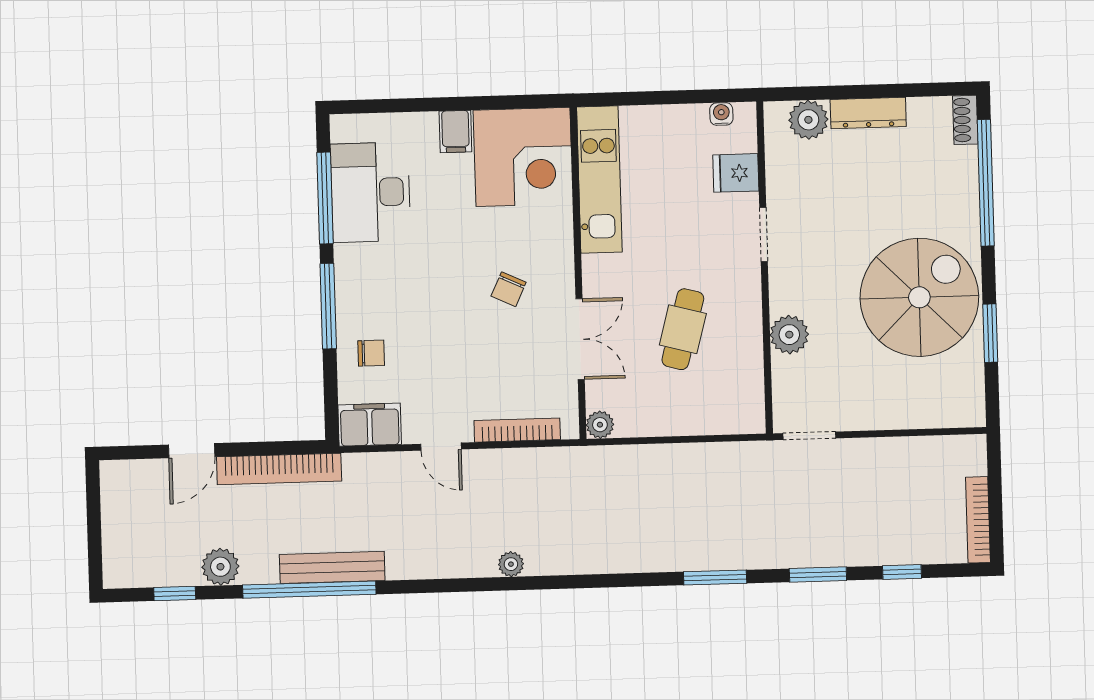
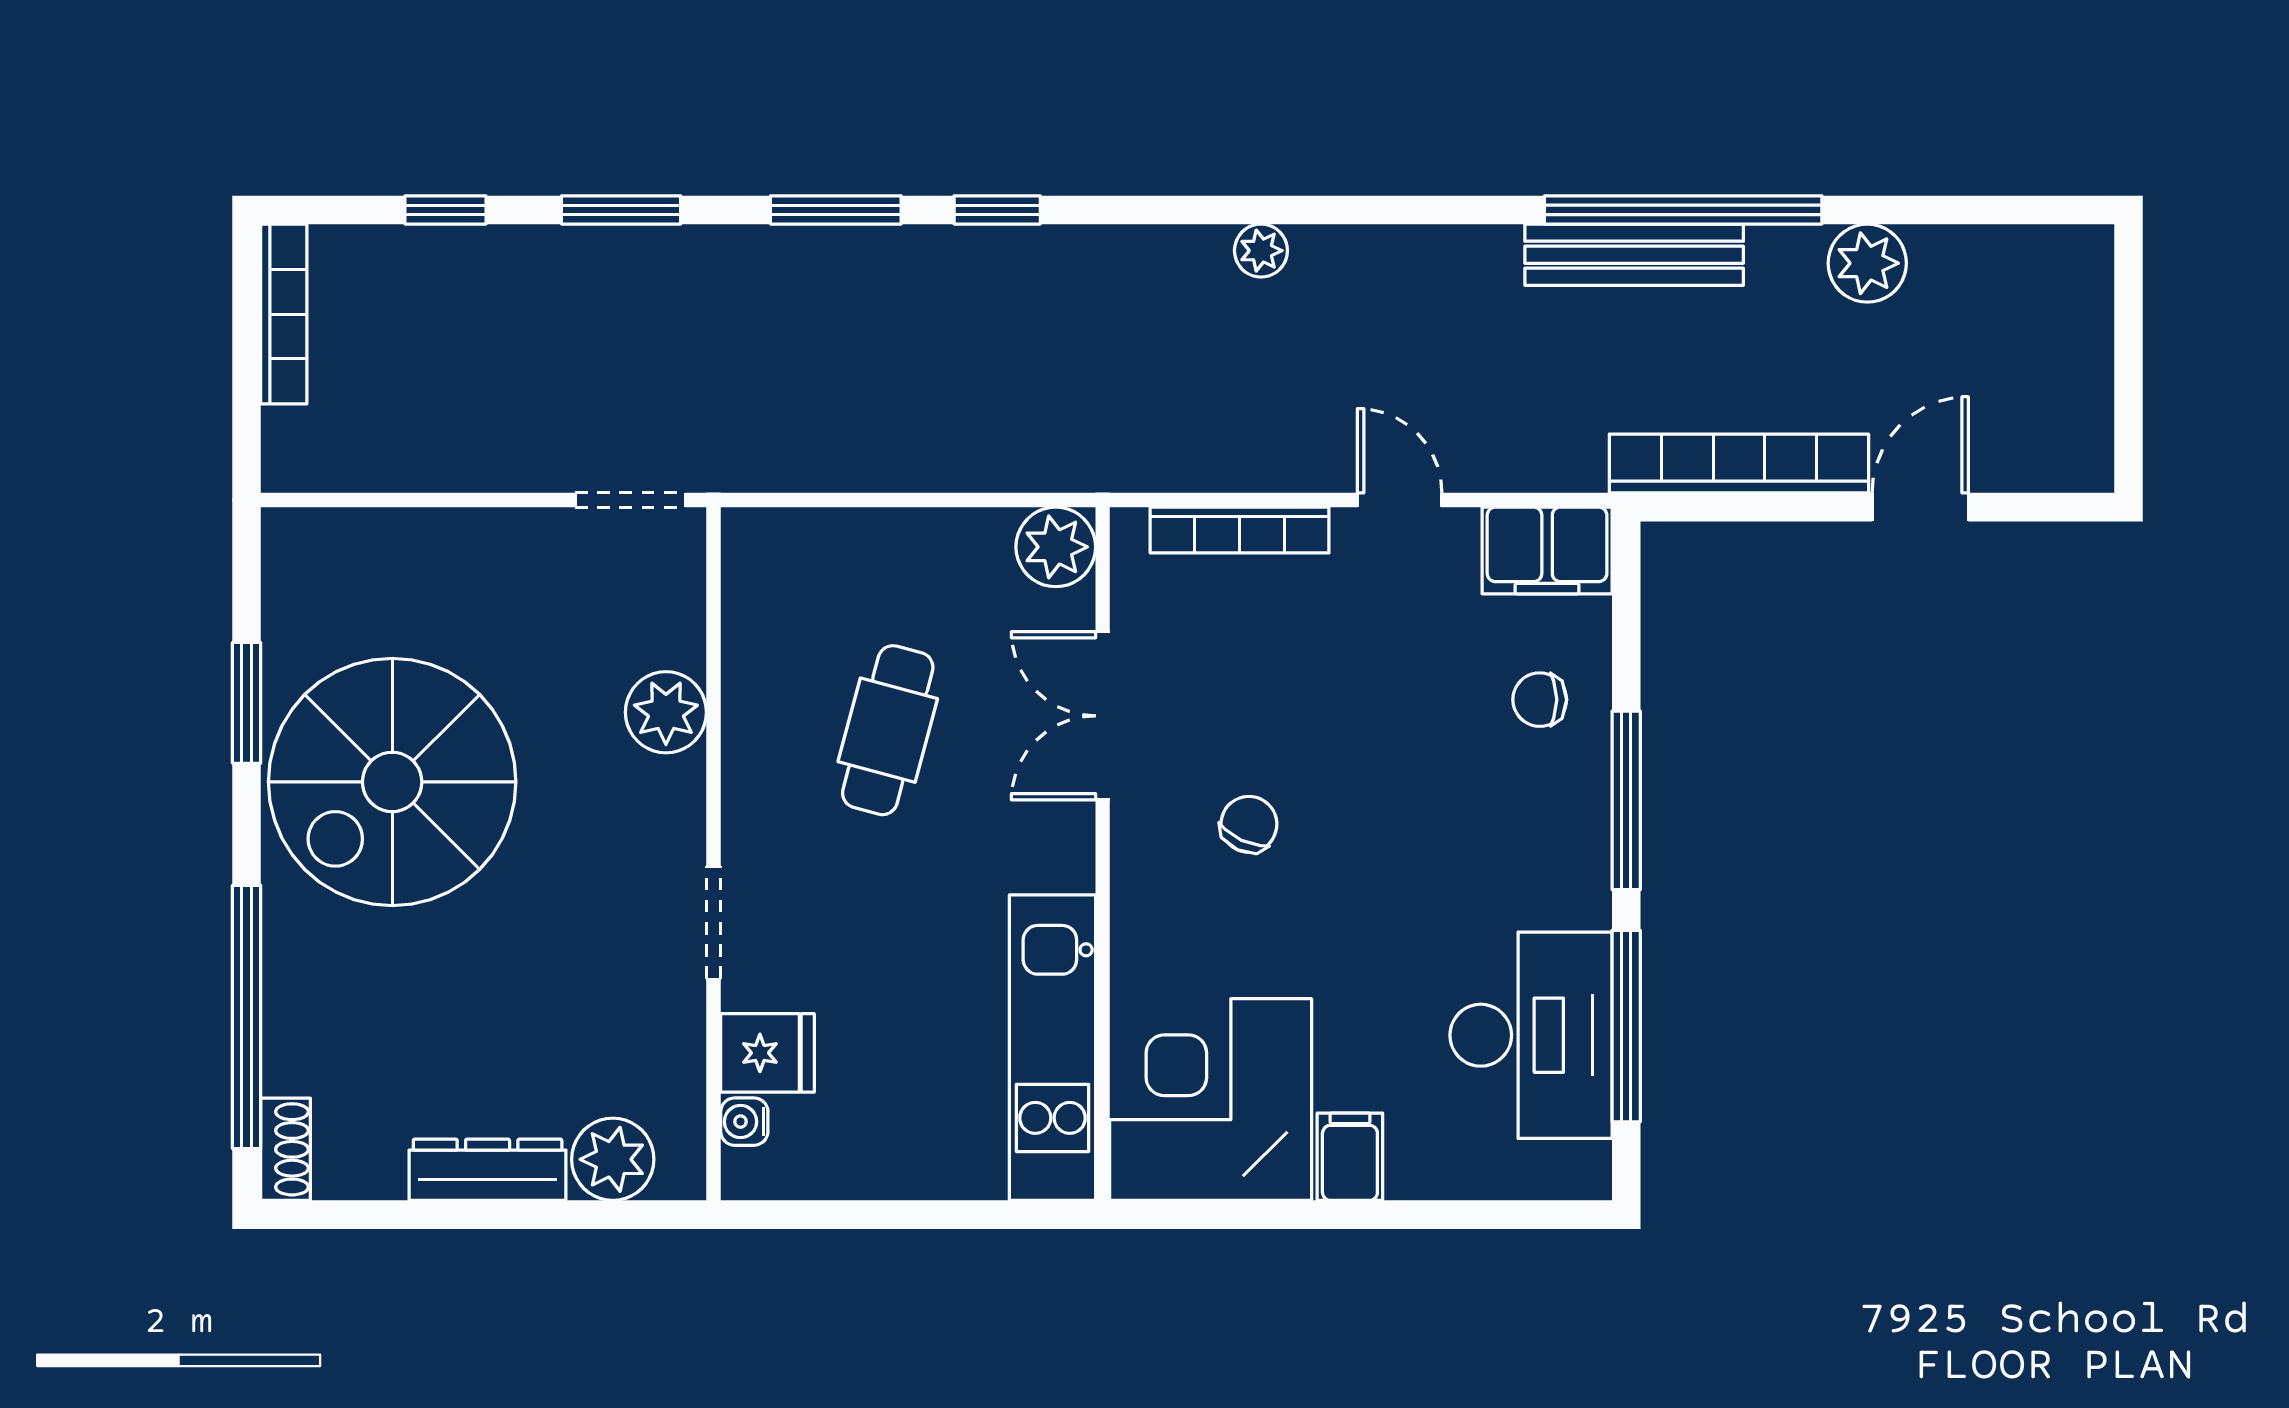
water cooler: (721, 114) -> (744, 1122), moved, turned 90
plant: (600, 425) -> (1056, 547), width x1.38, depth x1.38
window: (175, 594) -> (997, 210), moved

